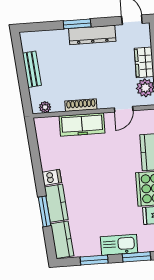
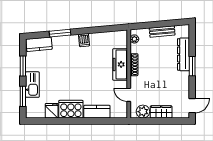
dresser: (92, 35) -> (183, 54), moved
kitchen counter: (56, 203) -> (65, 42), removed

